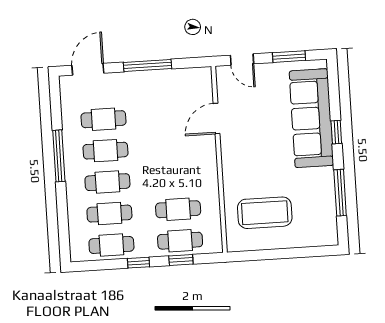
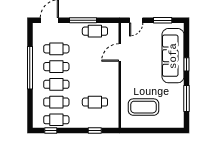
door: (242, 60) -> (136, 20), hinge flipped
window: (59, 156) -> (30, 68), width x1.46
cafe table: (180, 241) -> (95, 31), moved
window: (139, 263) -> (51, 131), moved

